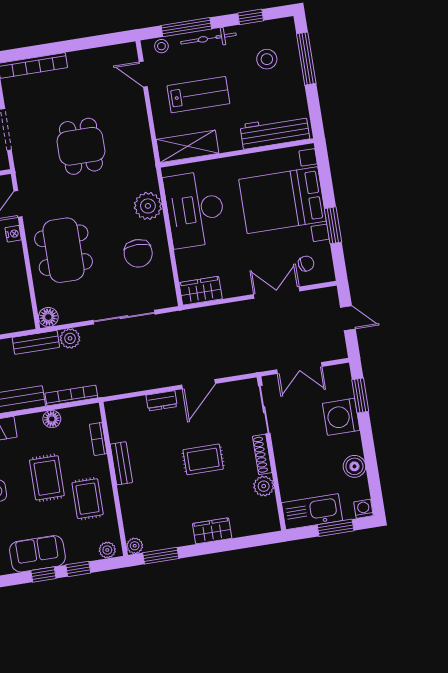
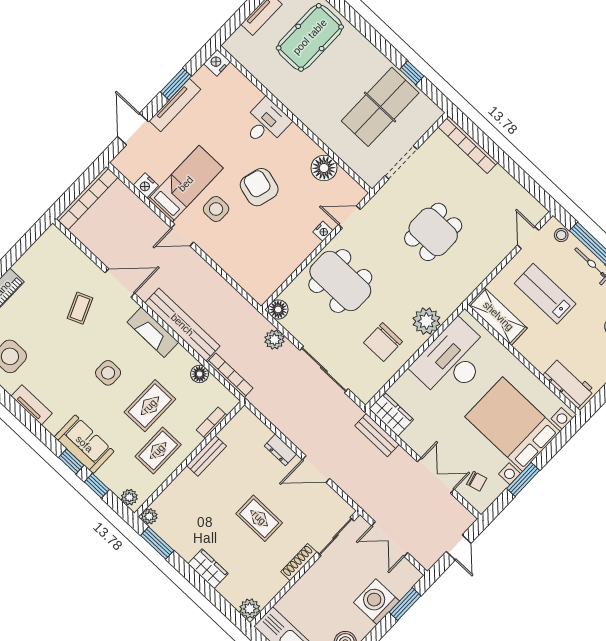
lab bench: (198, 95) -> (545, 294), turned 180
workbench: (275, 132) -> (569, 383), width x0.73
dining table: (64, 250) -> (340, 281), turned 90
bench: (36, 342) -> (377, 435), moved
plant: (264, 486) -> (250, 609), moved

